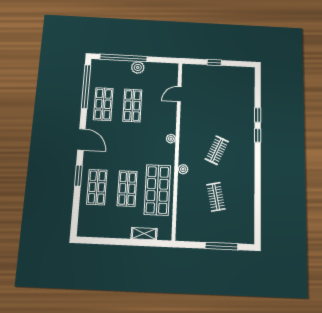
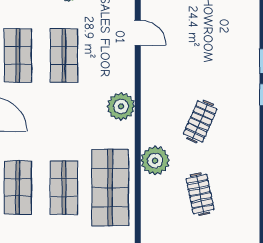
door: (179, 94) -> (138, 33), swing flipped
plant: (171, 139) -> (121, 106), width x1.88, depth x1.88
plant: (183, 169) -> (155, 161), width x1.87, depth x1.87

